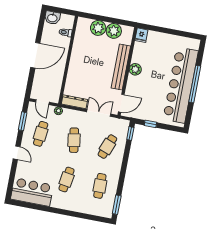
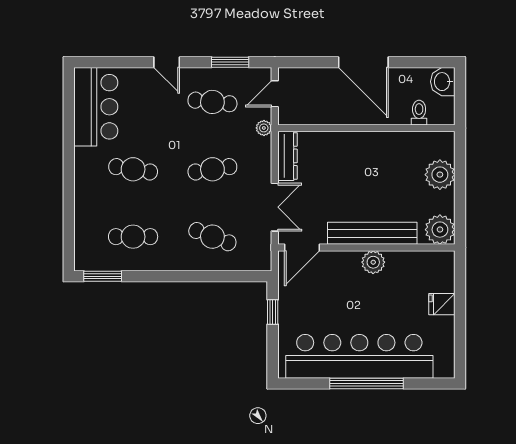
plant: (114, 31) -> (440, 230), moved
fridge: (141, 35) -> (442, 304), moved
door: (121, 103) -> (302, 248), hinge flipped
window: (130, 133) -> (247, 276), removed
door: (17, 153) -> (167, 62), hinge flipped

